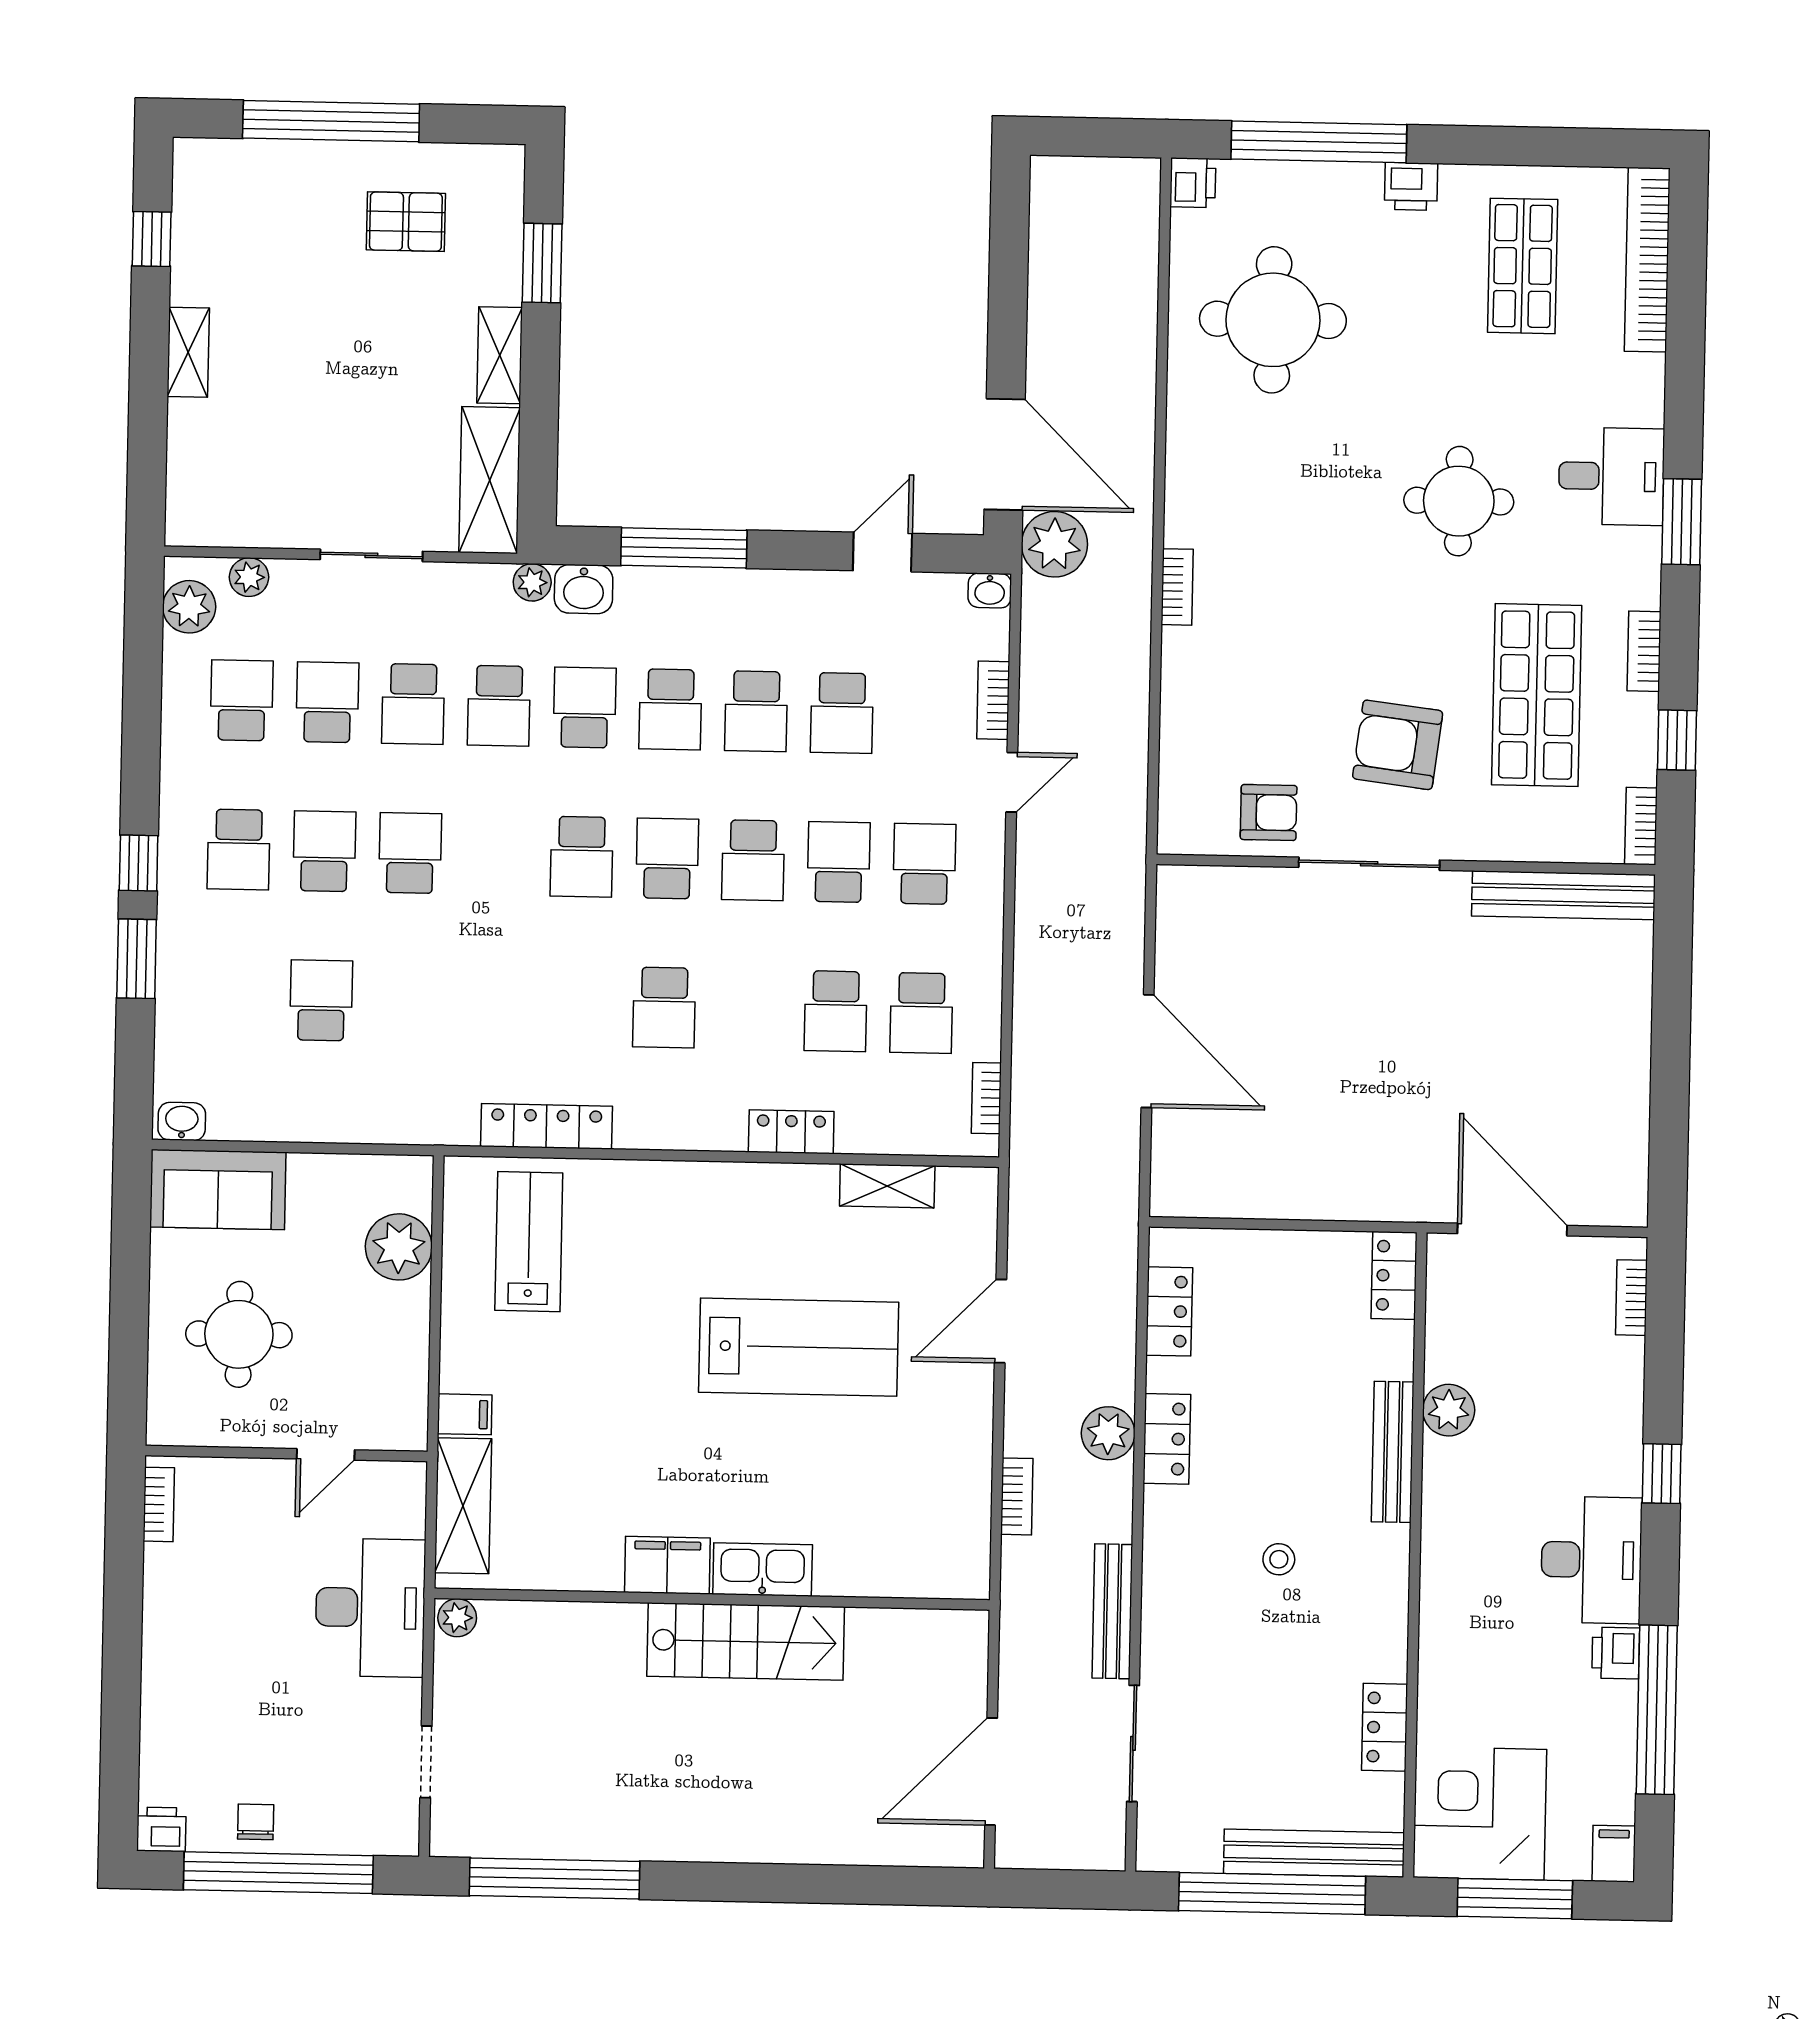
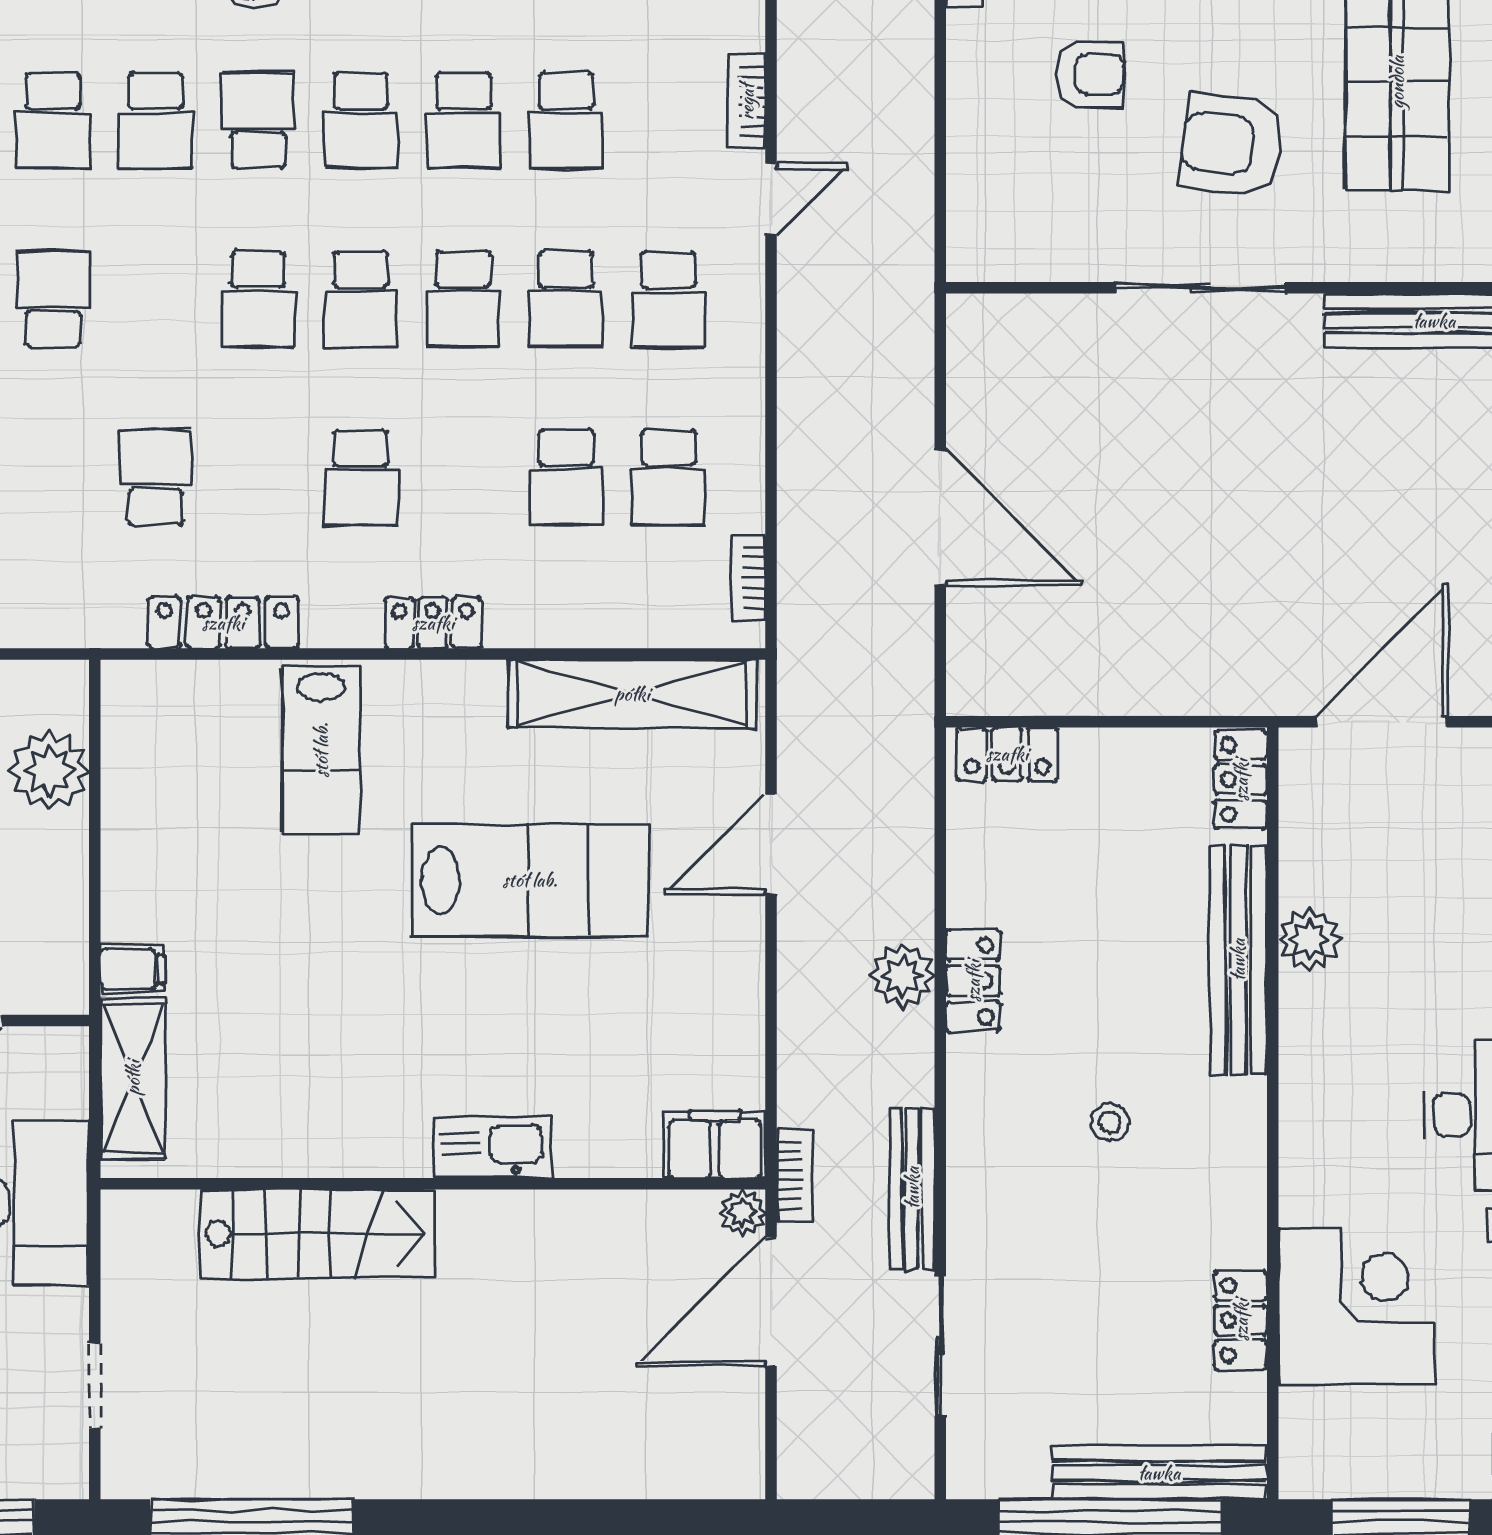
armchair: (1269, 812) -> (1090, 75), moved
school desk: (667, 858) -> (361, 299), turned 180
school desk: (839, 862) -> (566, 299), turned 180
school desk: (924, 864) -> (669, 299), turned 180
school desk: (493, 1004) -> (156, 477), added
locker: (791, 1132) -> (433, 623), moved
shelving: (887, 1186) -> (632, 694), width x2.20, depth x1.33
door: (1512, 1230) -> (1381, 722), hinge flipped
lab bench: (529, 1242) -> (321, 750), moved, turned 180
locker: (1169, 1311) -> (1007, 754), moved, turned 90
bench: (1393, 1452) -> (1238, 960), width x1.37, depth x1.21
bookcase: (1017, 1496) -> (795, 1175), moved
filing cabinet: (667, 1565) -> (715, 1144), moved
plant: (457, 1618) -> (742, 1212), moved
stairs: (746, 1641) -> (317, 1234), moved
door: (991, 1771) -> (771, 1302), moved
corner desk: (1480, 1813) -> (1357, 1306), moved, turned 90

